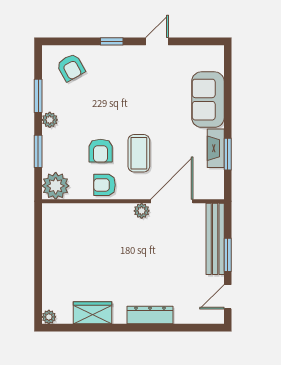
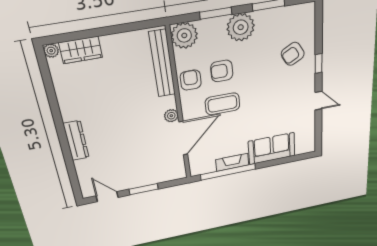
armchair: (71, 67) -> (293, 54), moved
plant: (50, 120) -> (241, 27), width x1.88, depth x1.88
window: (228, 154) -> (228, 172), width x2.11
door: (172, 201) -> (183, 138), hinge flipped
bench: (215, 239) -> (162, 64), moved, turned 90
wardrobe: (93, 313) -> (81, 50), moved, turned 90

